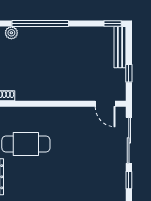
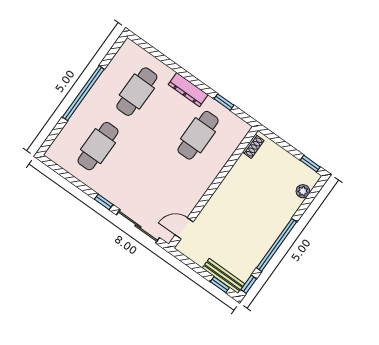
window: (40, 23) -> (277, 245), moved
window: (129, 73) -> (220, 285), moved

